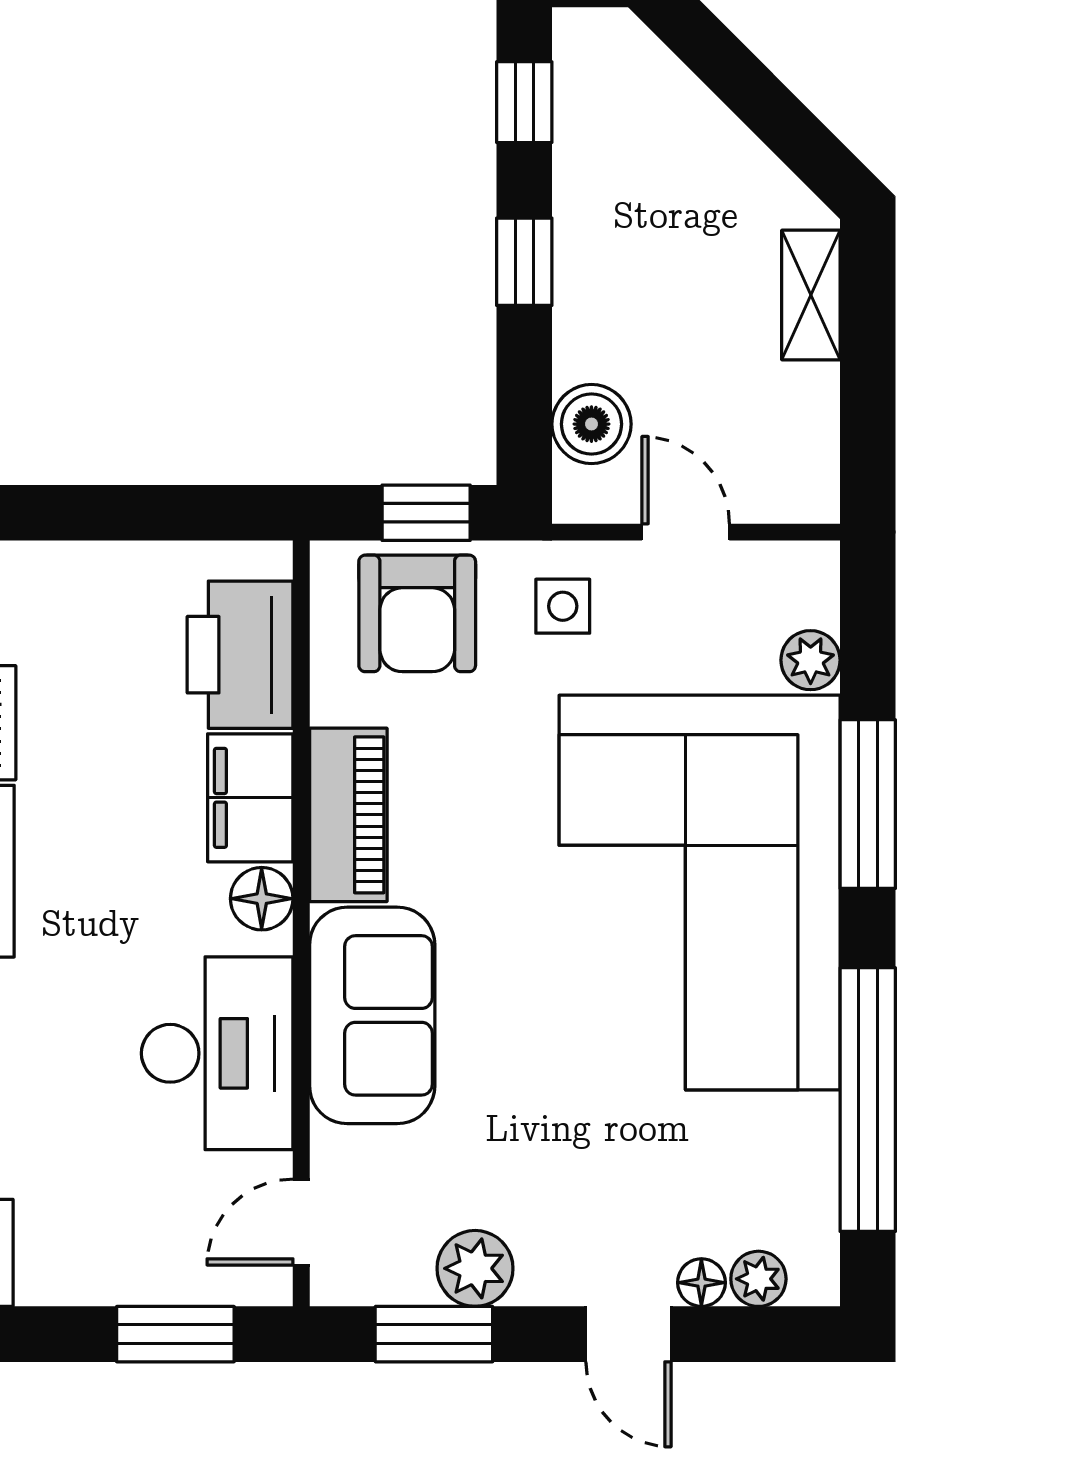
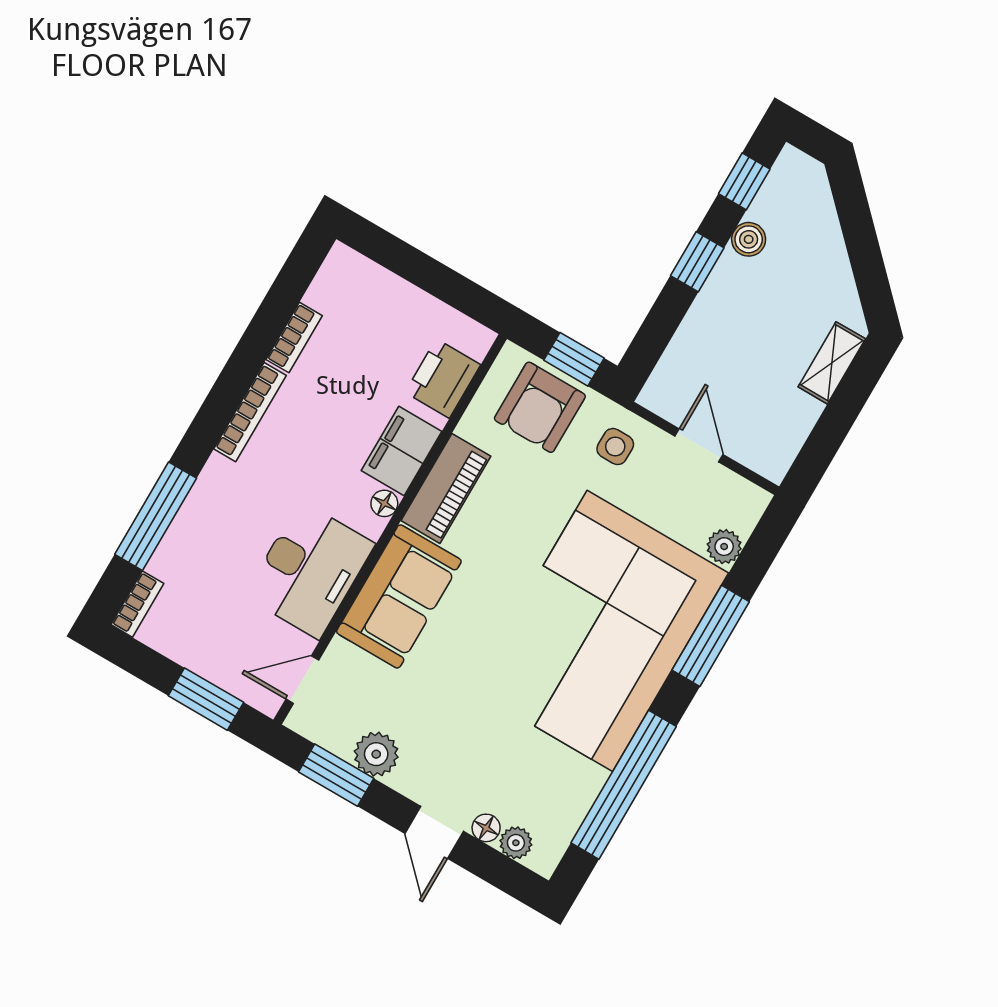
boiler: (591, 424) -> (749, 239), moved, width x0.73, depth x0.73
printer: (240, 655) -> (443, 378), width x0.73, depth x0.84
floor lamp: (262, 899) -> (384, 503), width x0.73, depth x0.73

